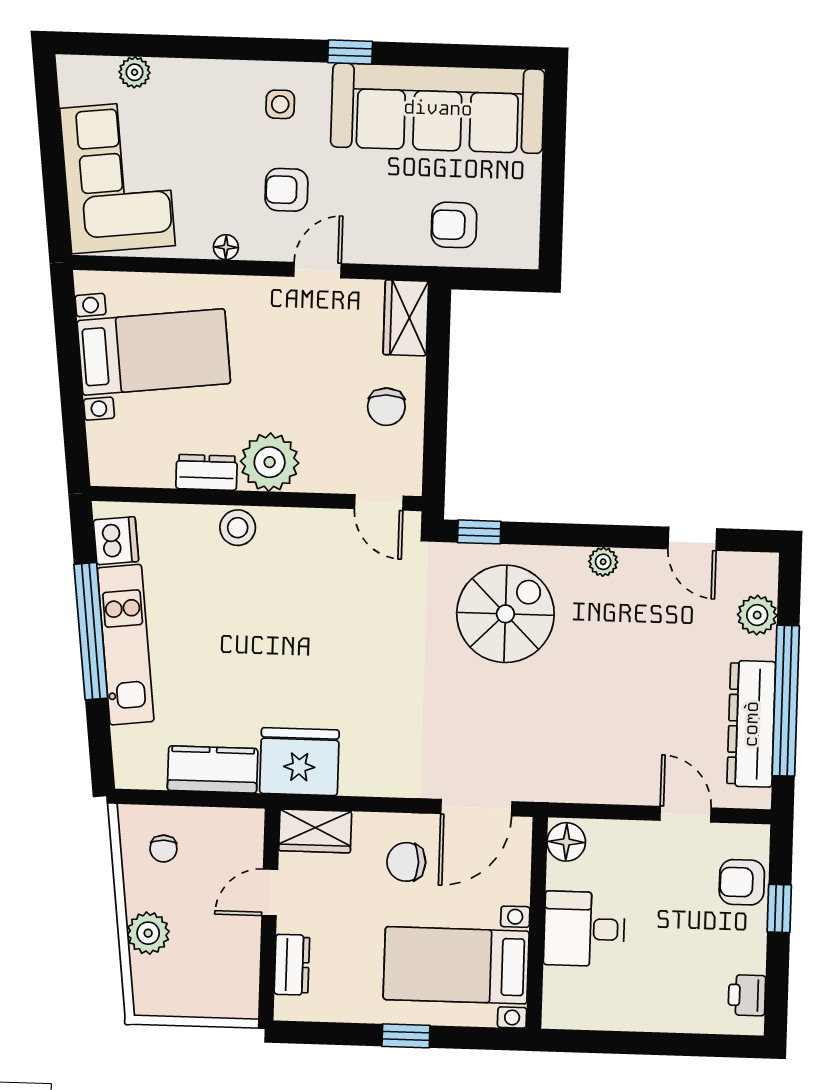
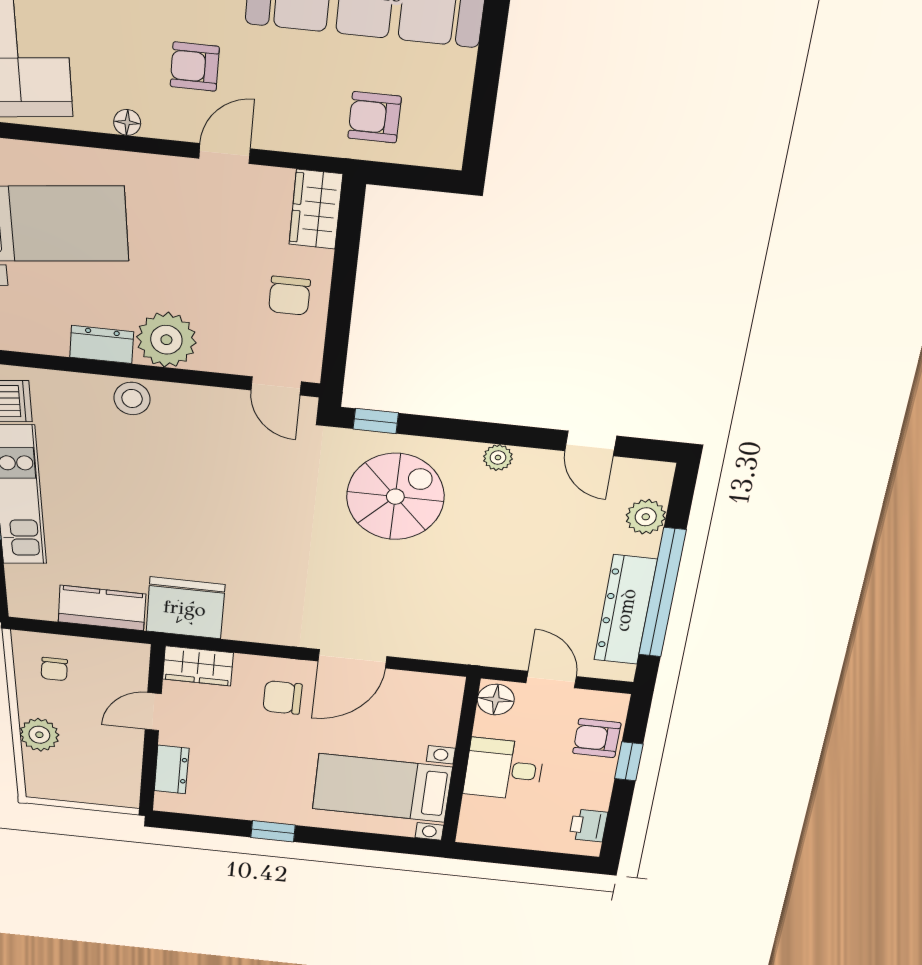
floor lamp: (566, 842) -> (496, 700), moved
wall: (537, 923) -> (461, 761), moved
desk: (584, 929) -> (504, 769), moved
bed with nightstands: (456, 965) -> (382, 788), moved

